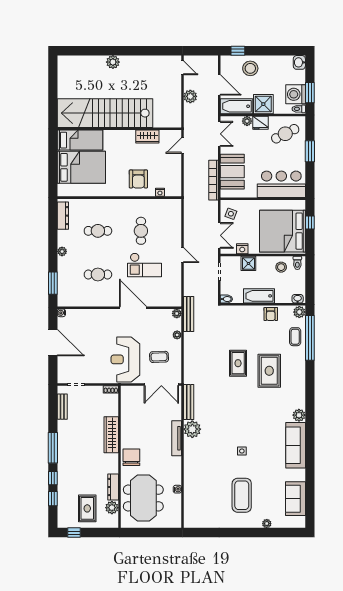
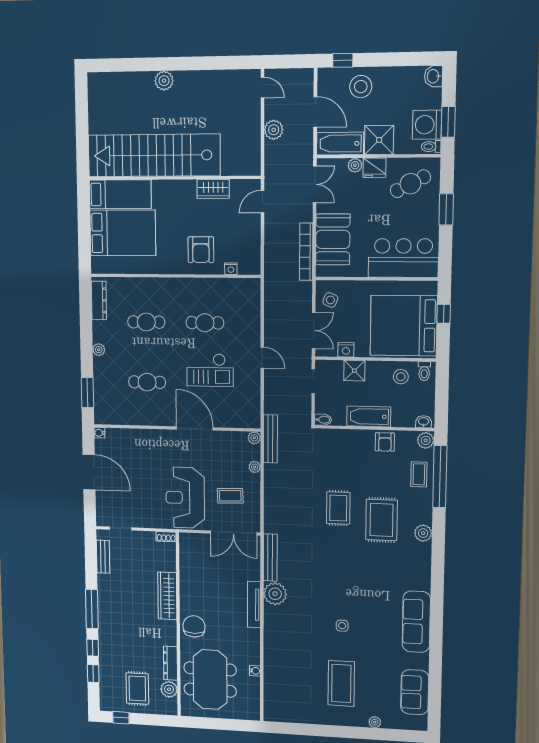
cafe table: (141, 231) -> (205, 323), turned 90
plant: (299, 415) -> (423, 533), moved

